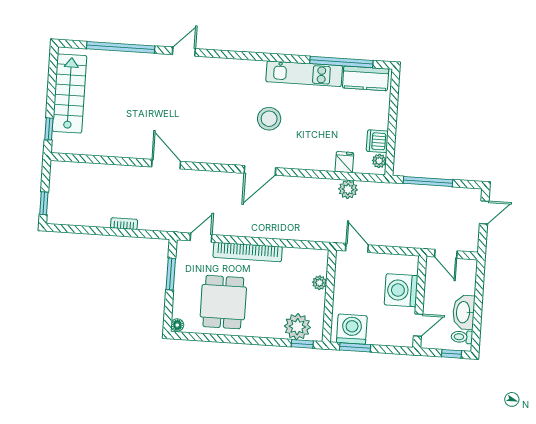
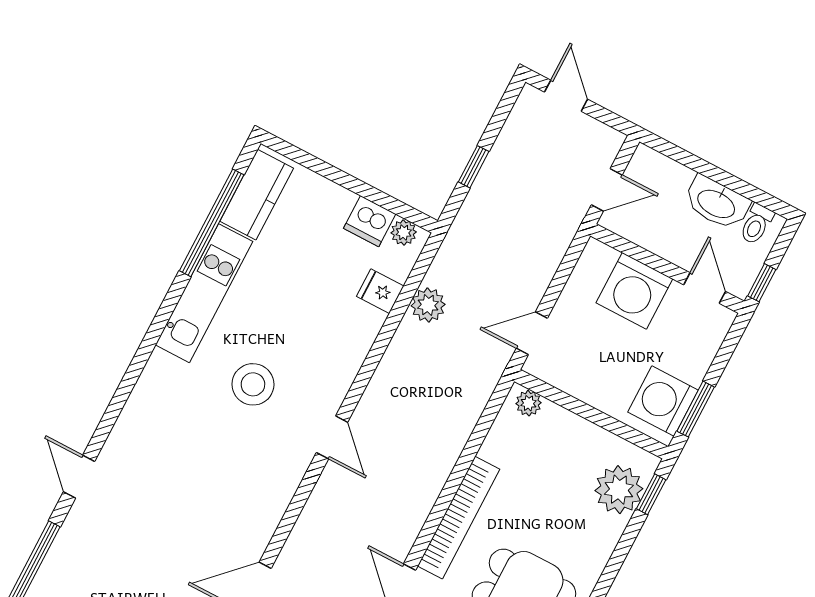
door: (260, 170) -> (332, 437), width x0.73
window: (428, 182) -> (474, 167), width x0.46
plant: (319, 283) -> (529, 403), moved
window: (452, 354) -> (762, 283), moved

